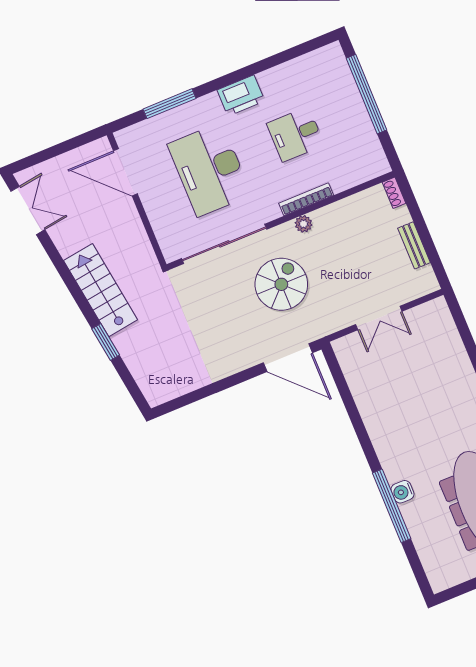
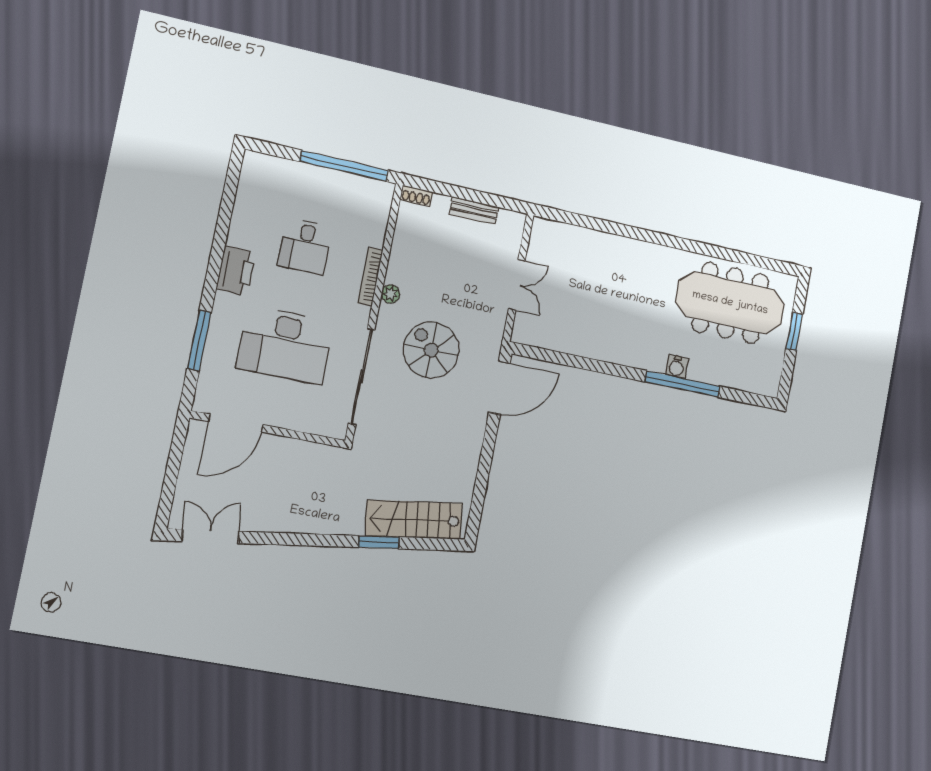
window: (367, 94) -> (344, 166), moved
stairs: (101, 290) -> (414, 520), moved

